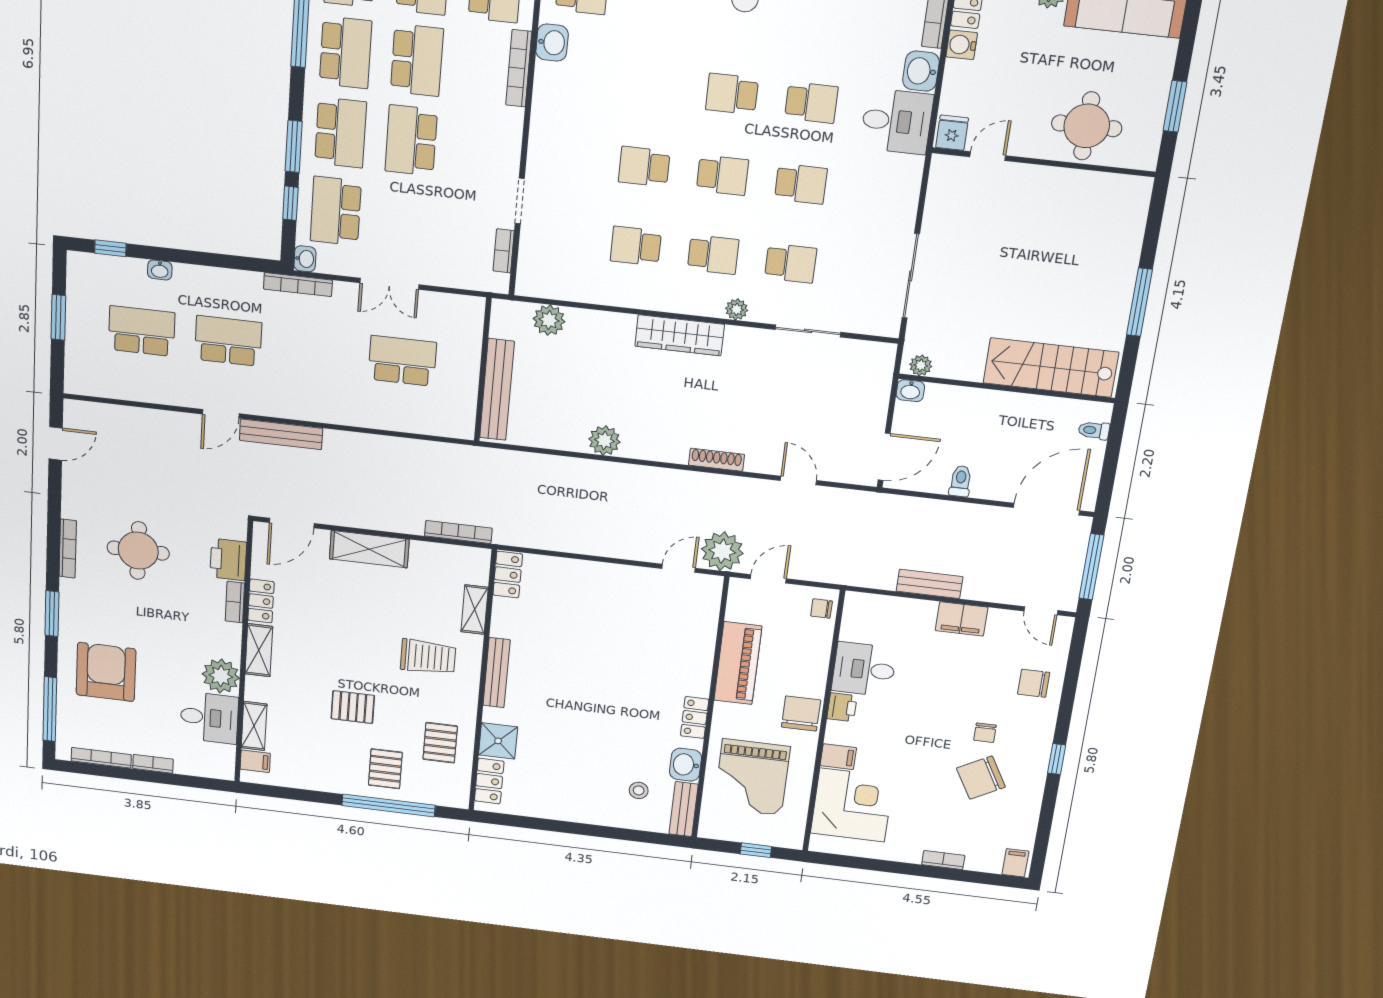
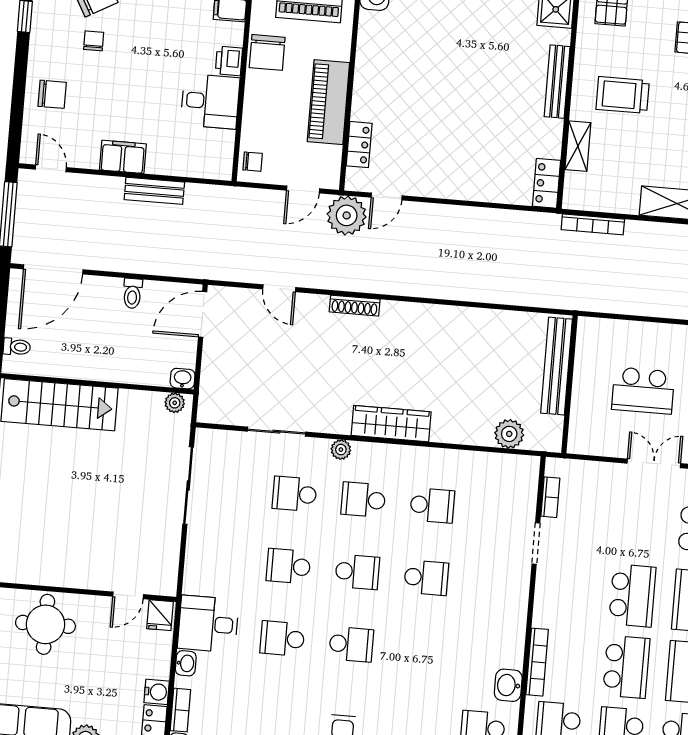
school desk: (417, 60) -> (626, 667), turned 180
washbasin: (921, 71) -> (186, 663), width x0.72, depth x0.69
school desk: (722, 175) -> (357, 572), turned 180
plant: (604, 440) -> (458, 320), removed
locker: (695, 717) -> (359, 145), moved

